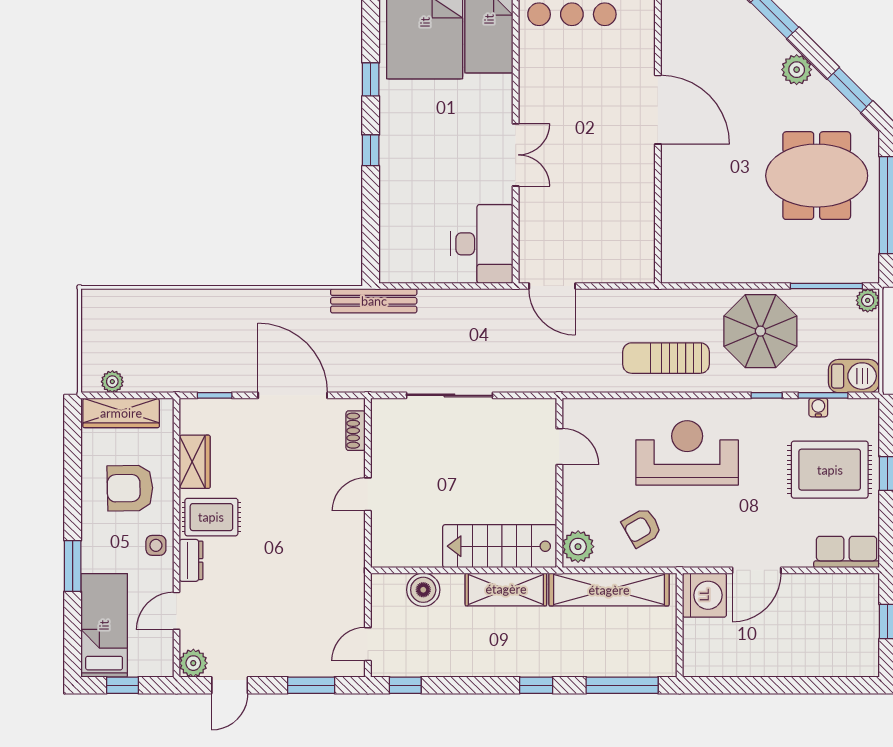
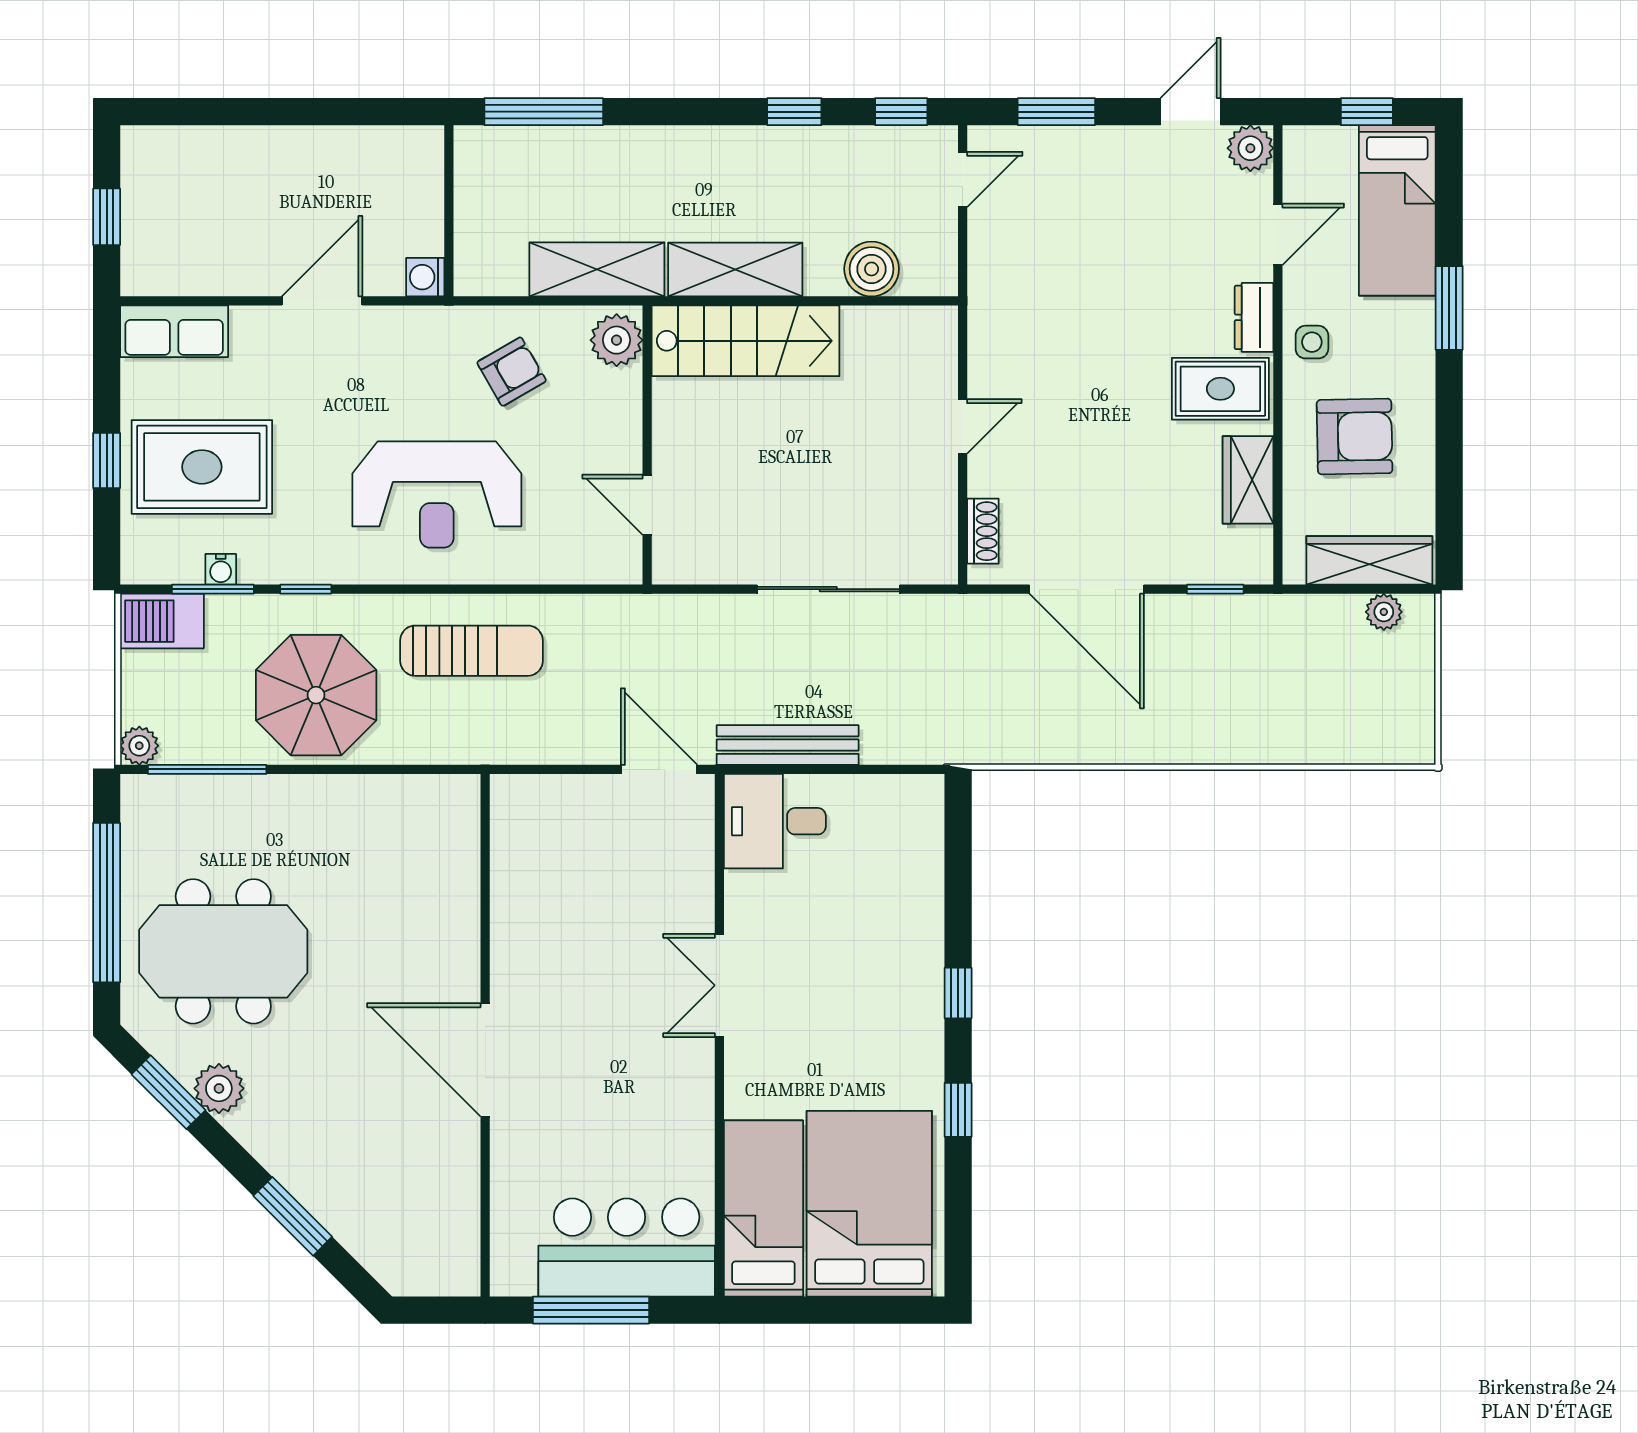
plant: (797, 70) -> (219, 1088), moved
desk: (482, 244) -> (775, 821), width x0.73
bench: (374, 301) -> (788, 745), moved
shelving: (609, 590) -> (597, 269), width x0.68
washing machine: (704, 595) -> (425, 277), width x0.53, depth x0.53
window: (536, 685) -> (794, 112), moved

